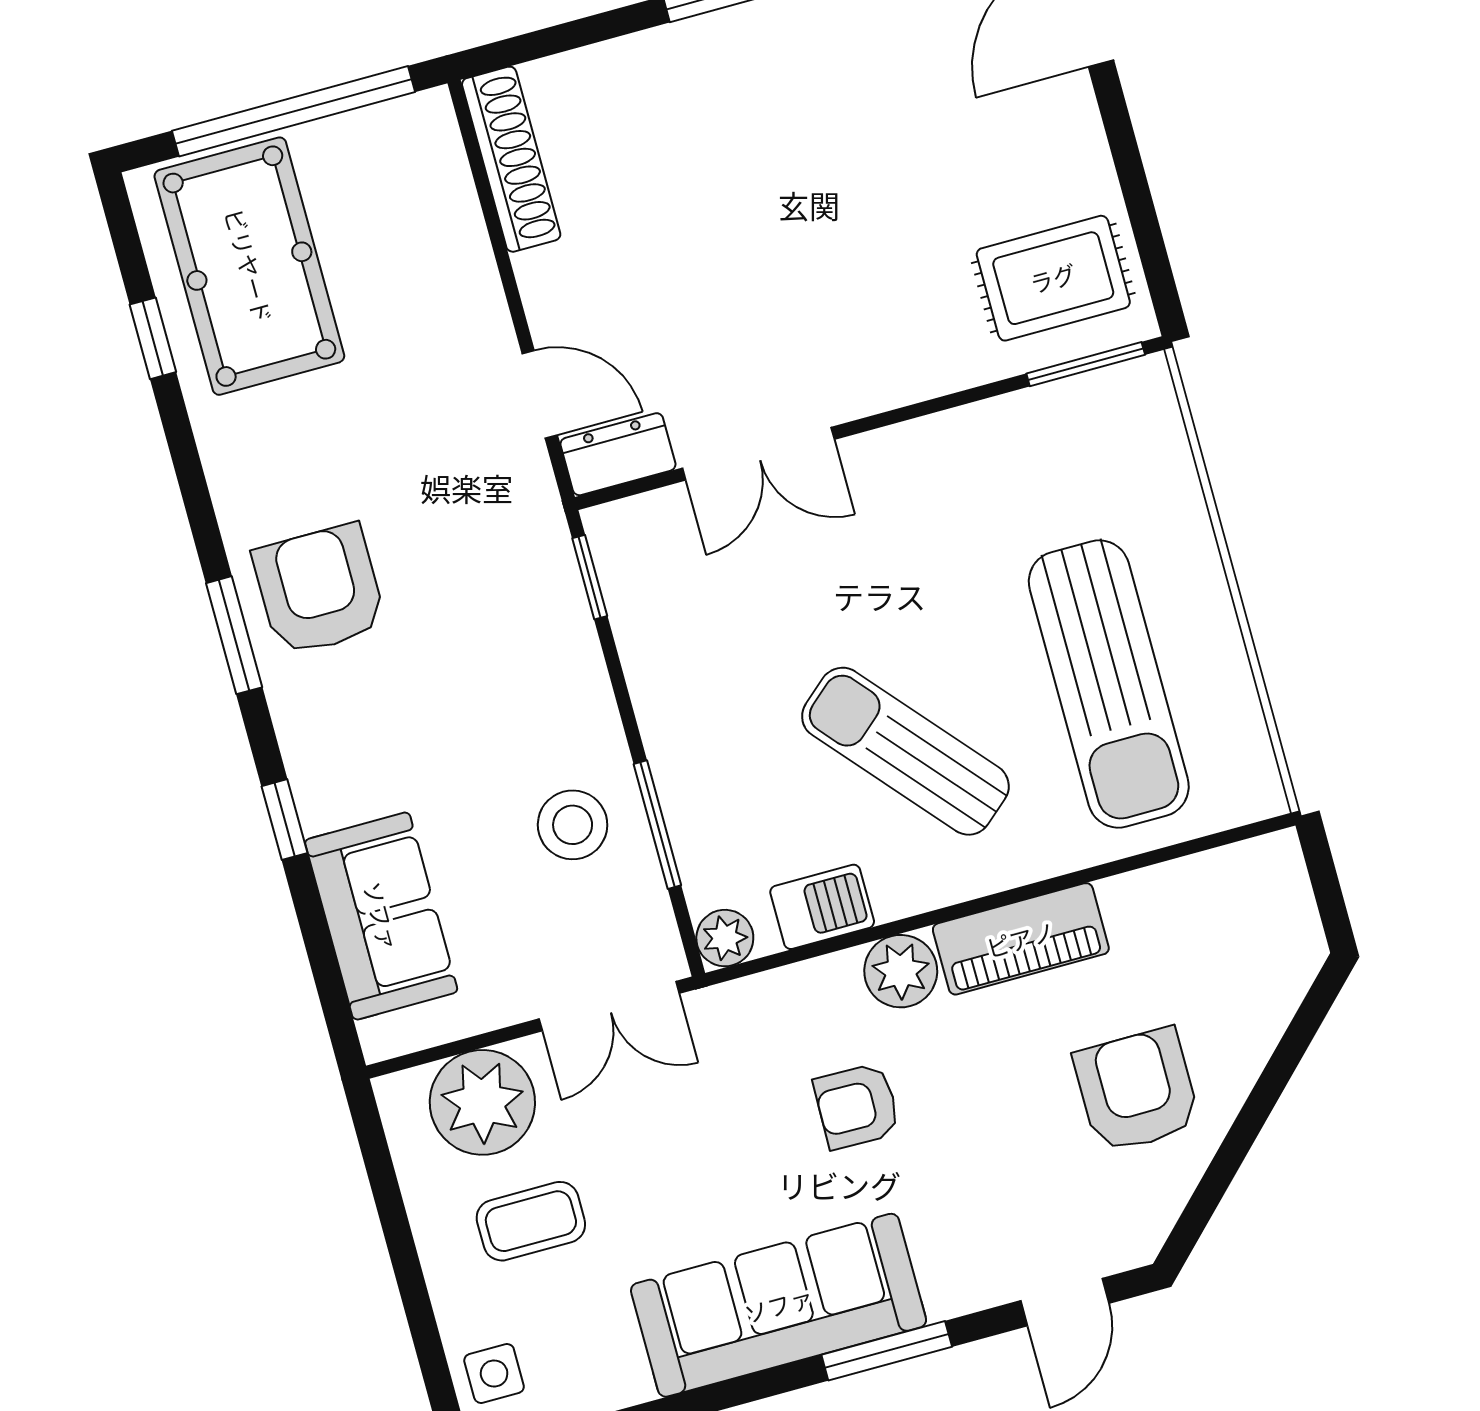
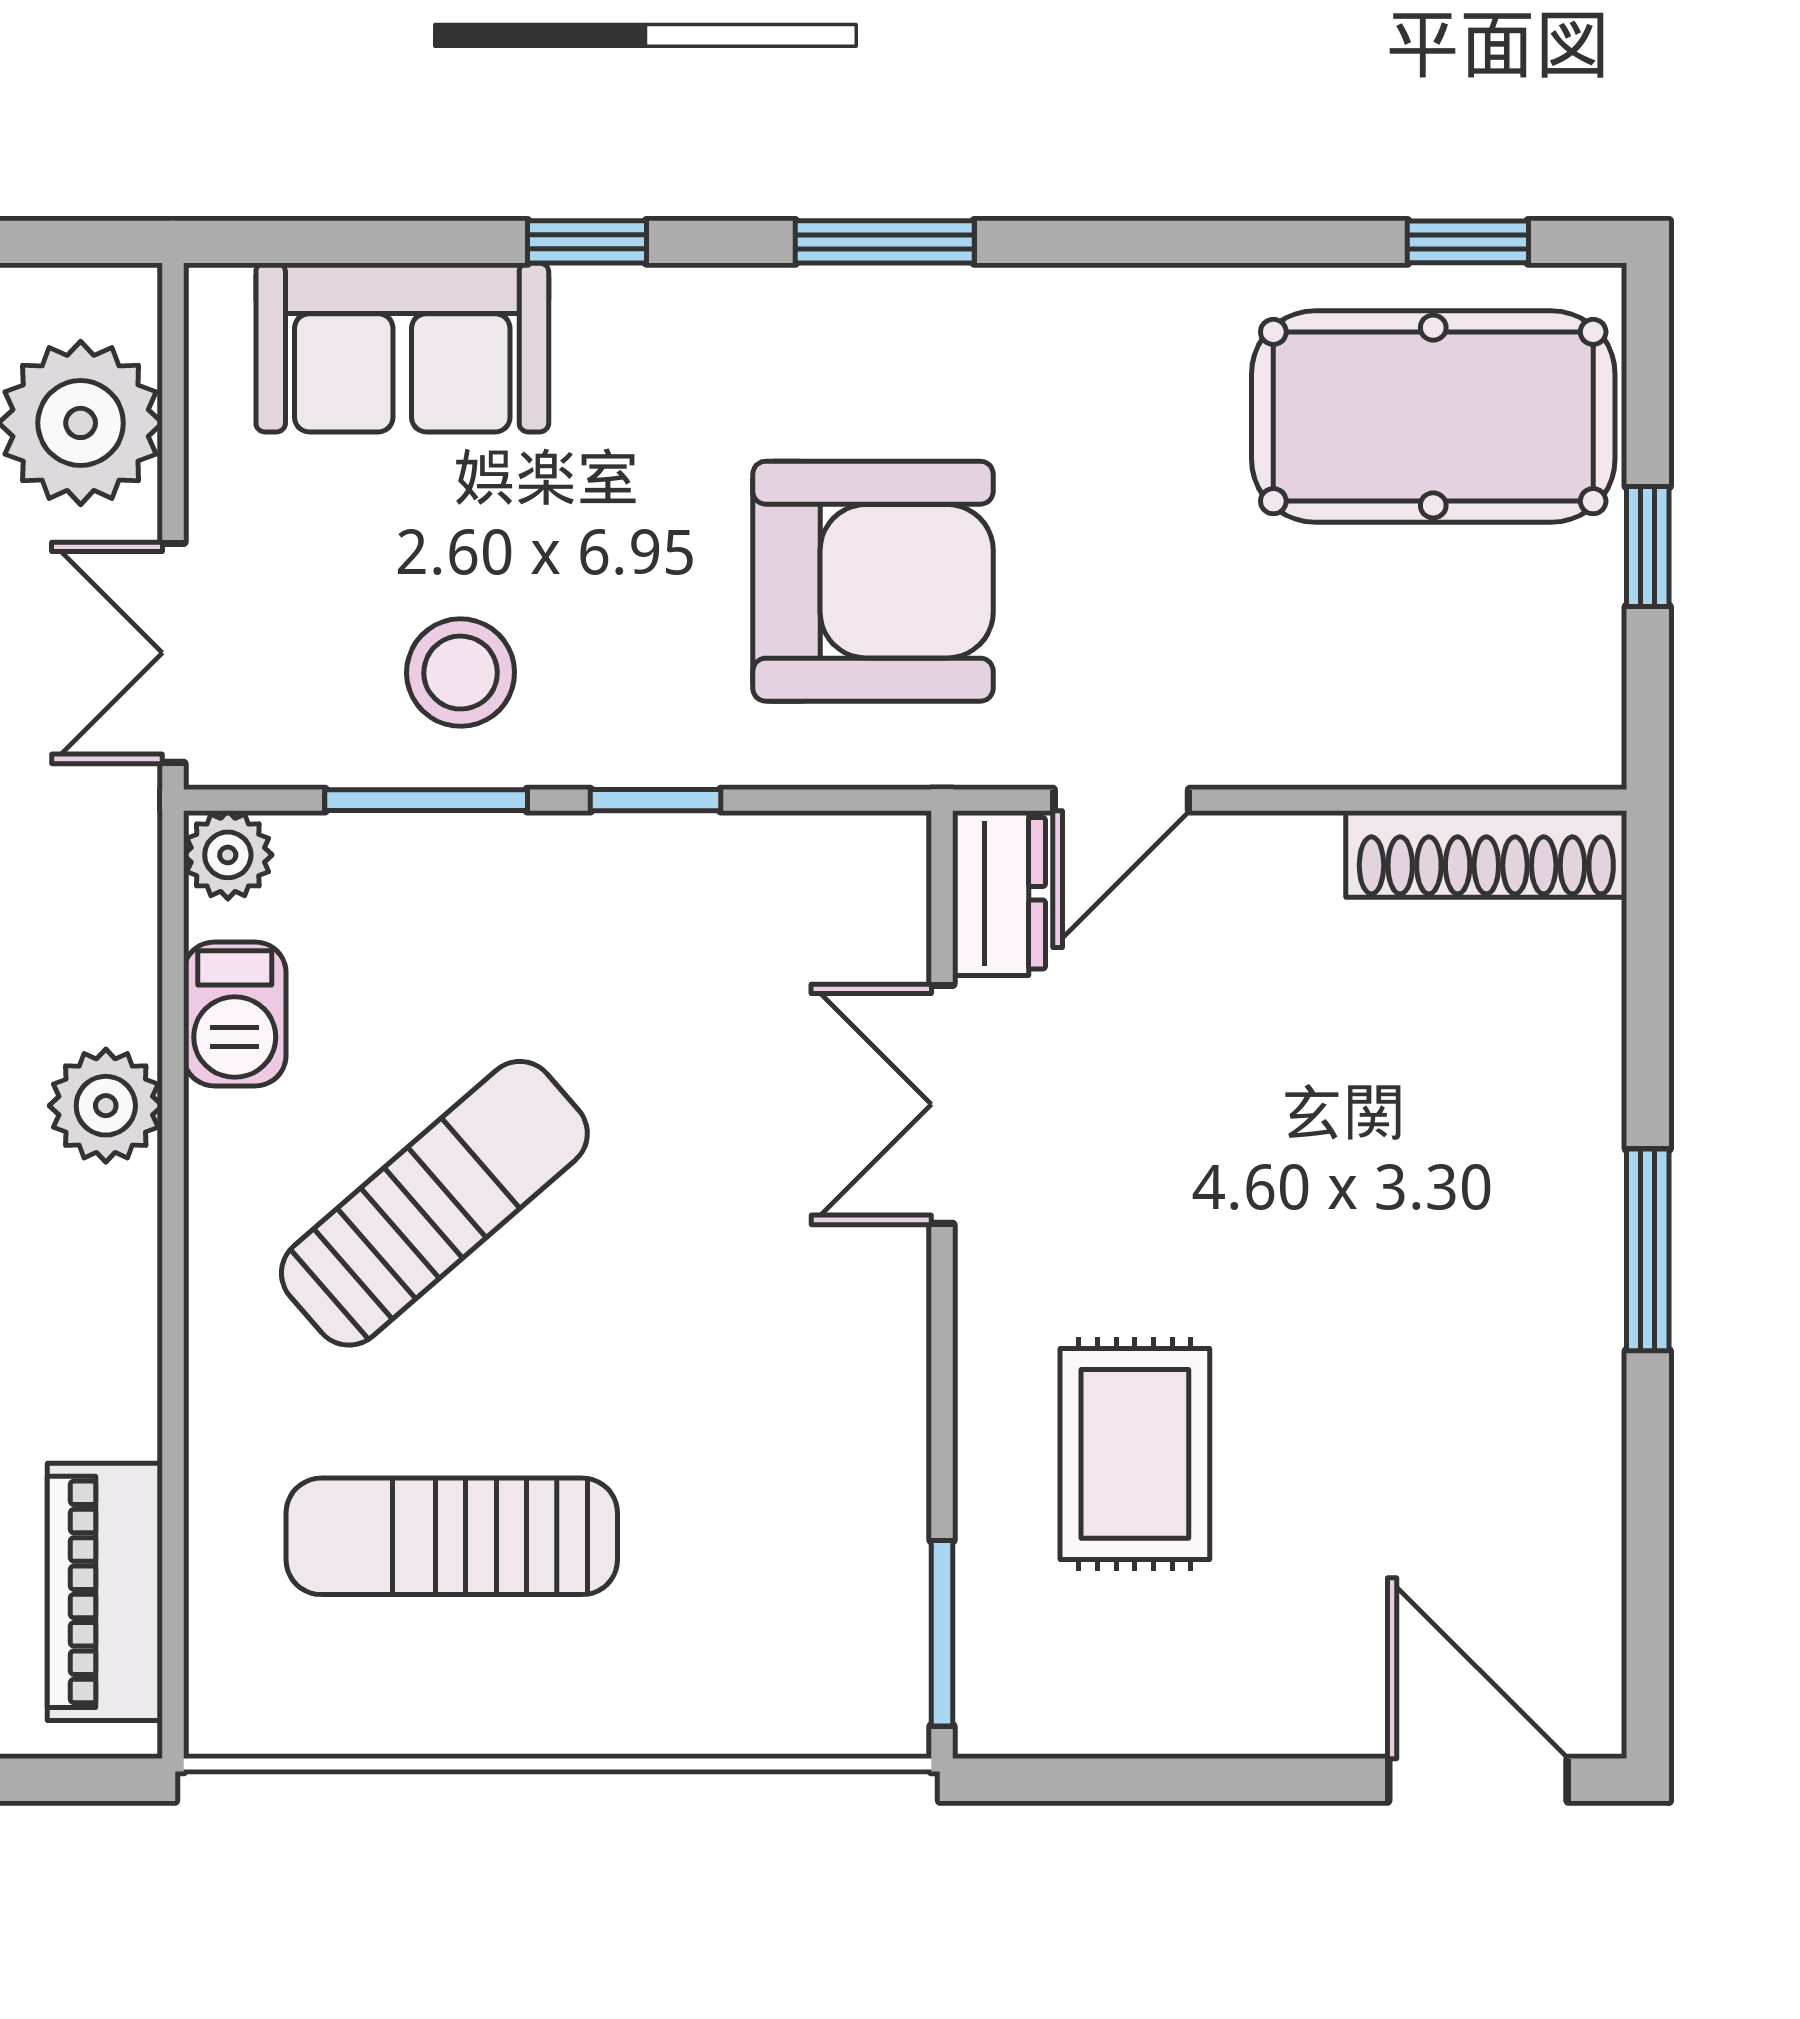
window: (293, 111) -> (1648, 546), width x0.32
rug: (1053, 278) -> (1135, 1454), moved
window: (153, 338) -> (1468, 242), moved
window: (590, 577) -> (656, 800), moved
armchair: (319, 590) -> (873, 581), moved, width x1.36, depth x1.36
sun lounger: (1109, 684) -> (452, 1536), width x0.73, depth x0.75
piano: (1021, 939) -> (105, 1592), moved

